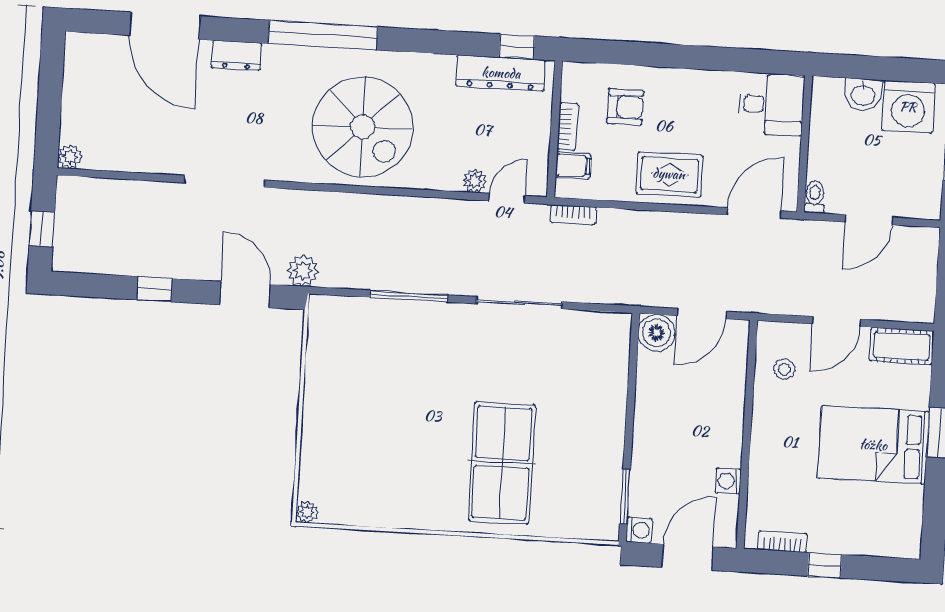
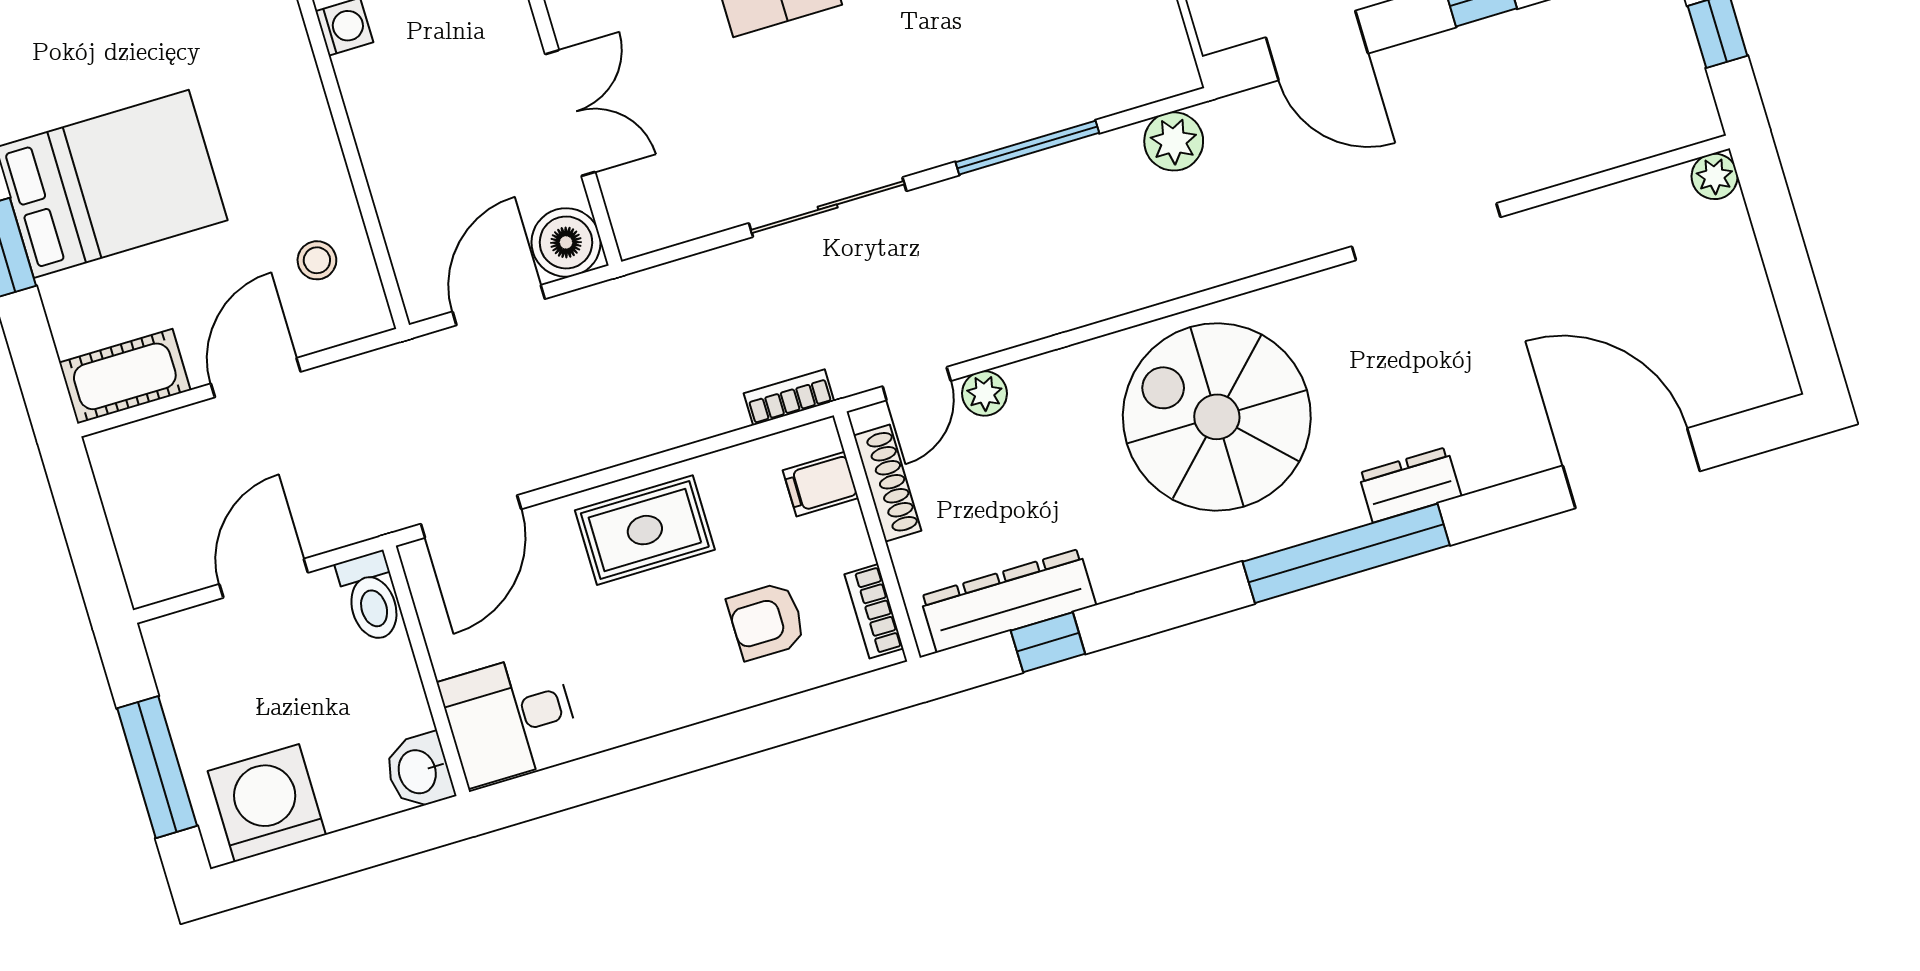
window: (517, 47) -> (1048, 642), moved
dresser: (237, 55) -> (1410, 485), moved
washbasin: (863, 94) -> (419, 771), moved, turned -90
bookcase: (568, 126) -> (874, 611), moved
shoe rack: (540, 154) -> (887, 483), added
toilet: (815, 197) -> (371, 597), width x1.37, depth x1.39
plant: (303, 271) -> (1174, 141), moved
double door: (631, 397) -> (570, 113), added

